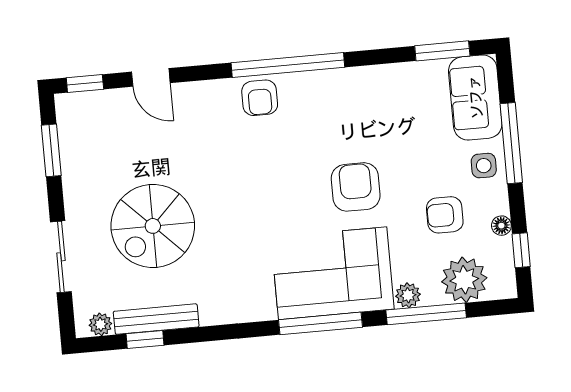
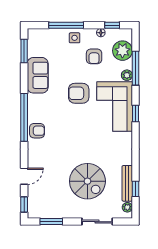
sofa: (475, 97) -> (38, 75), moved, turned -90
window: (321, 323) -> (136, 114), width x0.46

